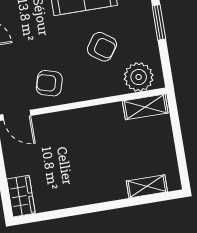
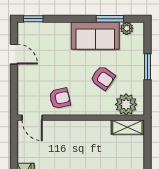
armchair: (49, 83) -> (60, 98), turned 151

